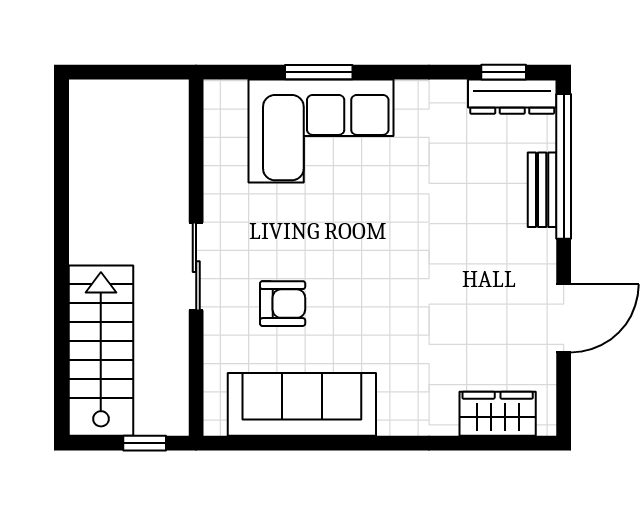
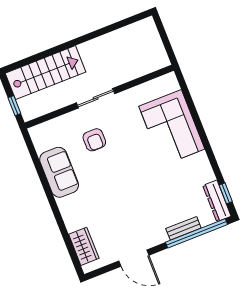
window: (319, 72) -> (196, 117), removed
sofa: (302, 404) -> (59, 172), width x0.73

